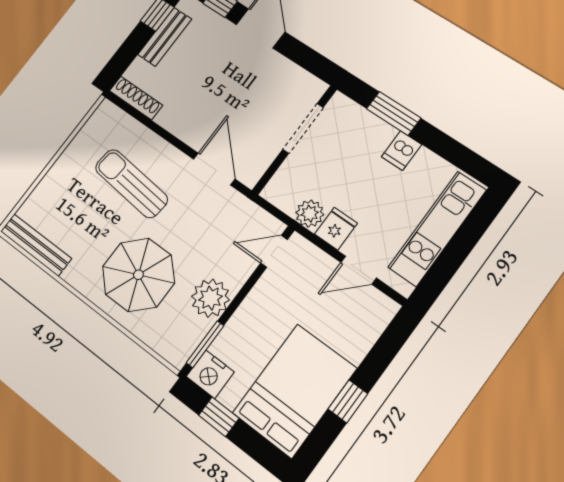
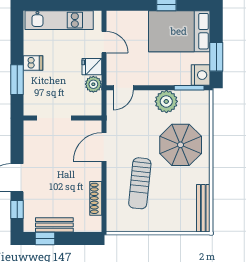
shoe rack: (136, 98) -> (96, 198), moved
door: (274, 251) -> (123, 88), hinge flipped
window: (219, 417) -> (216, 57), width x1.50

